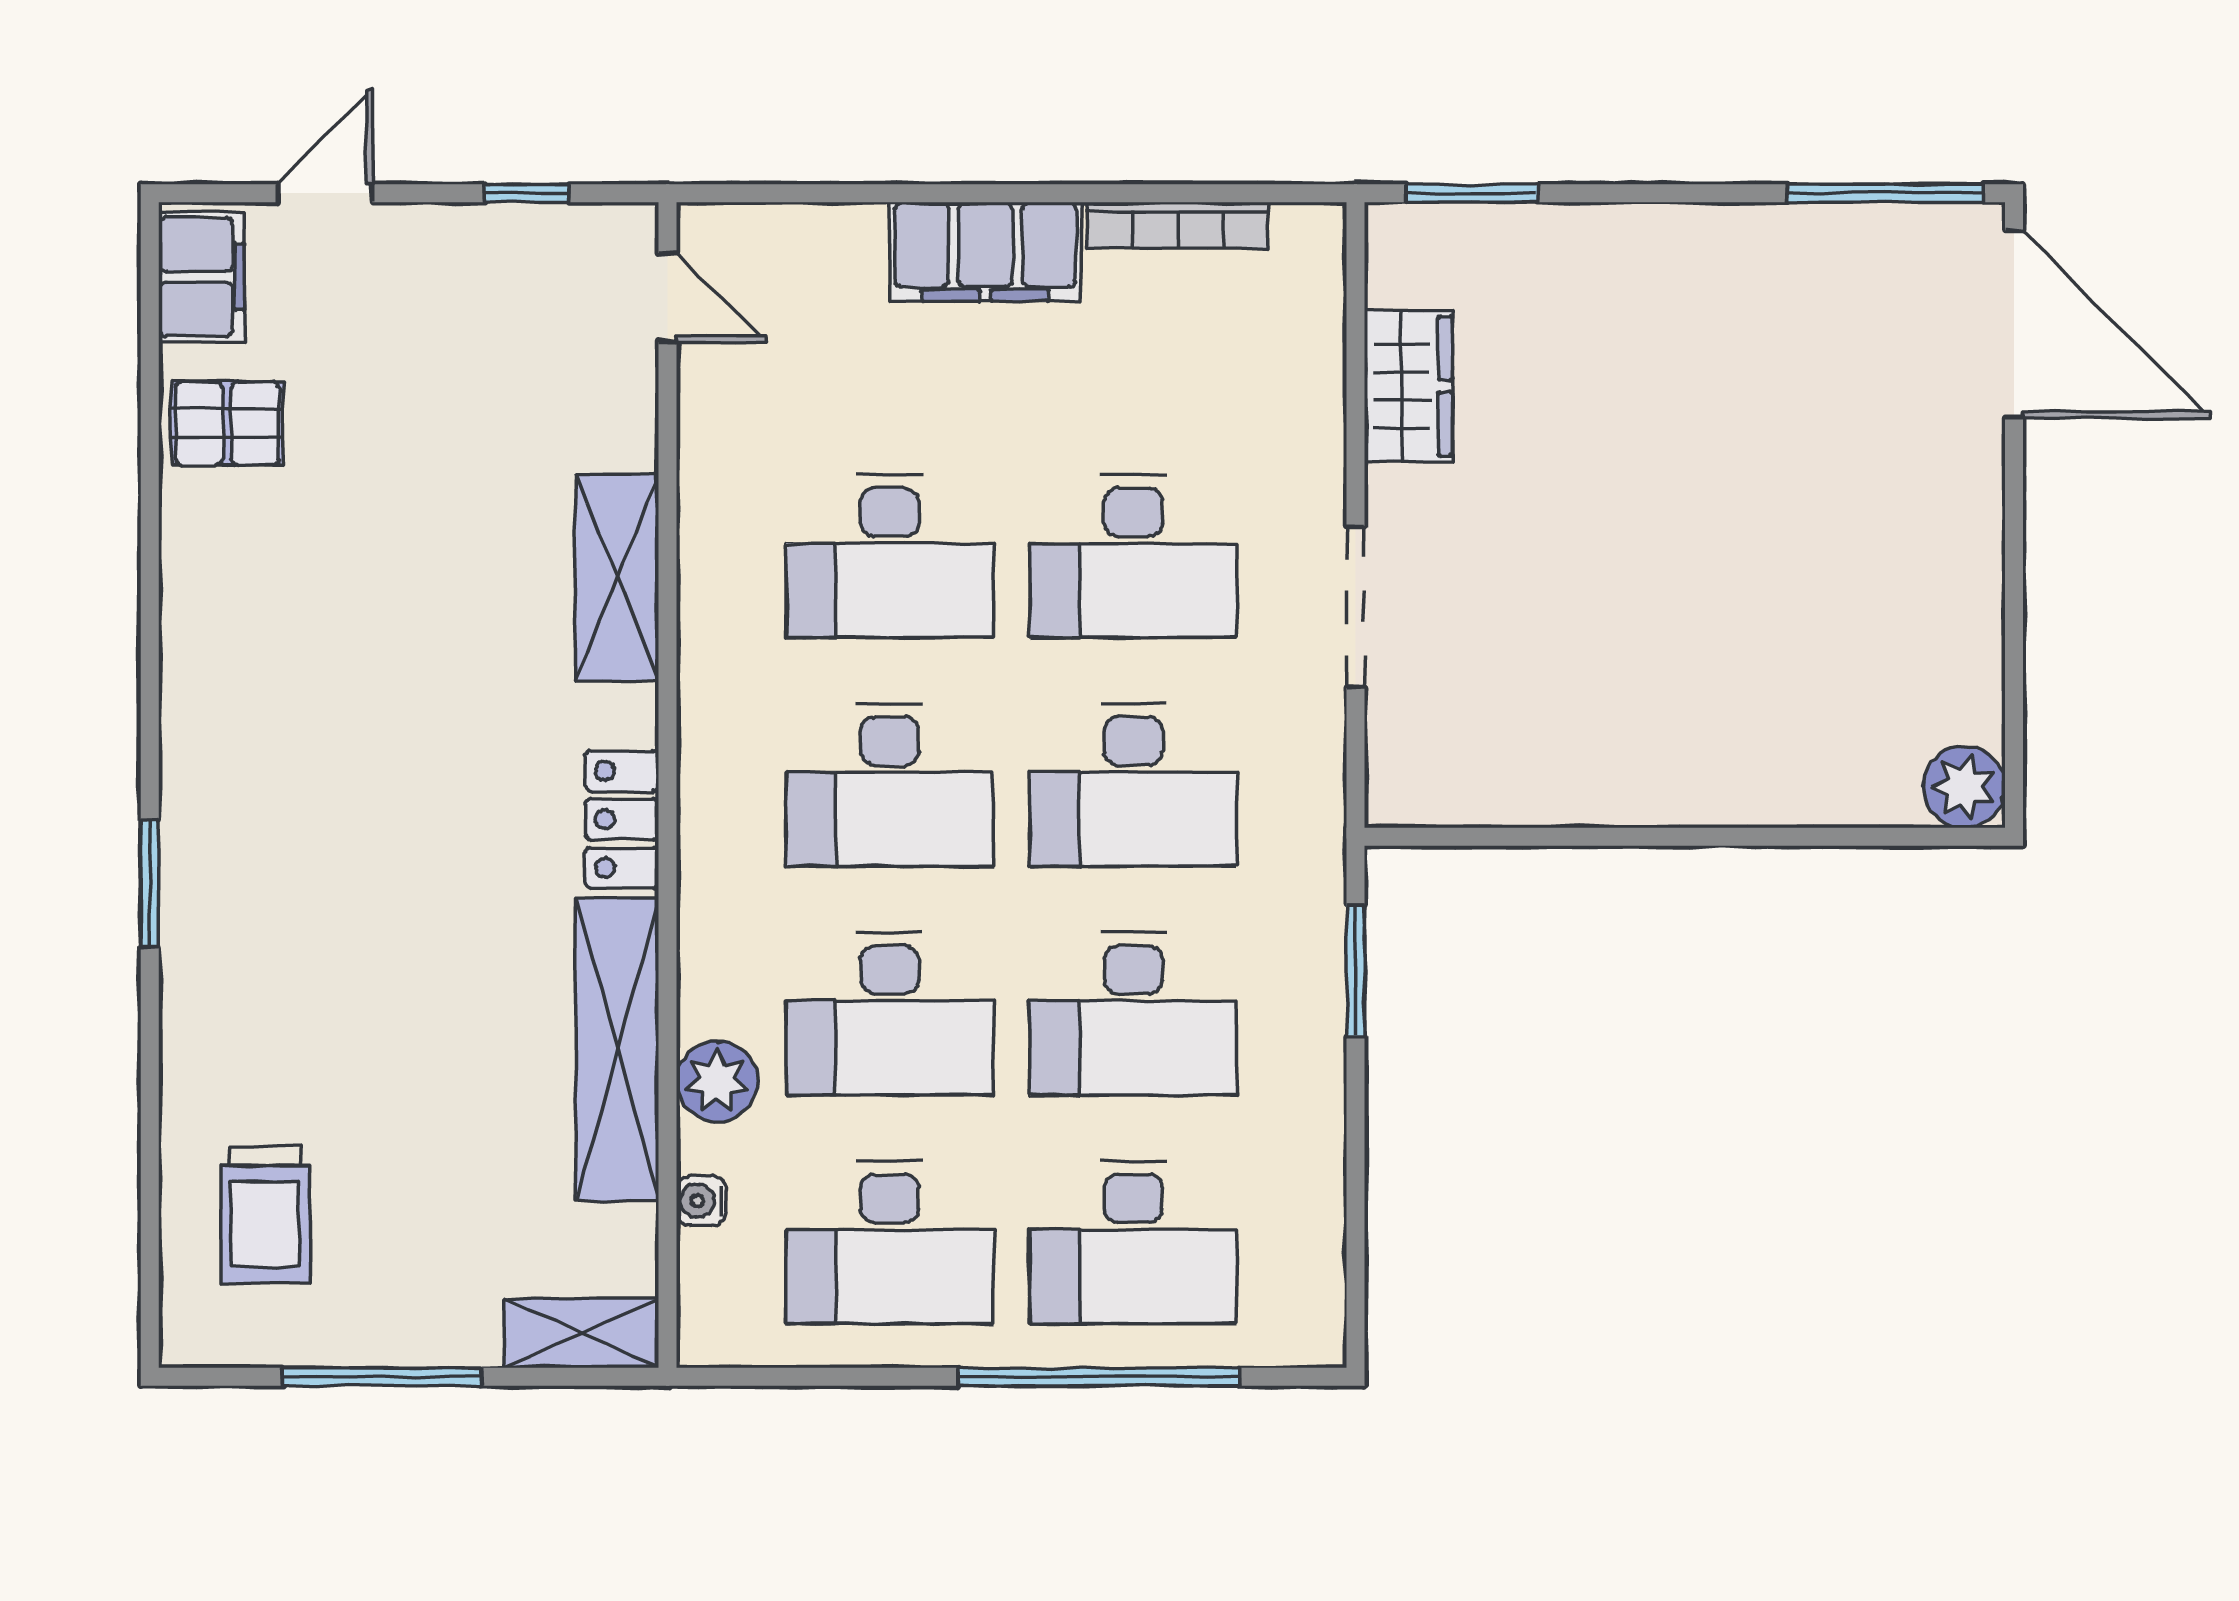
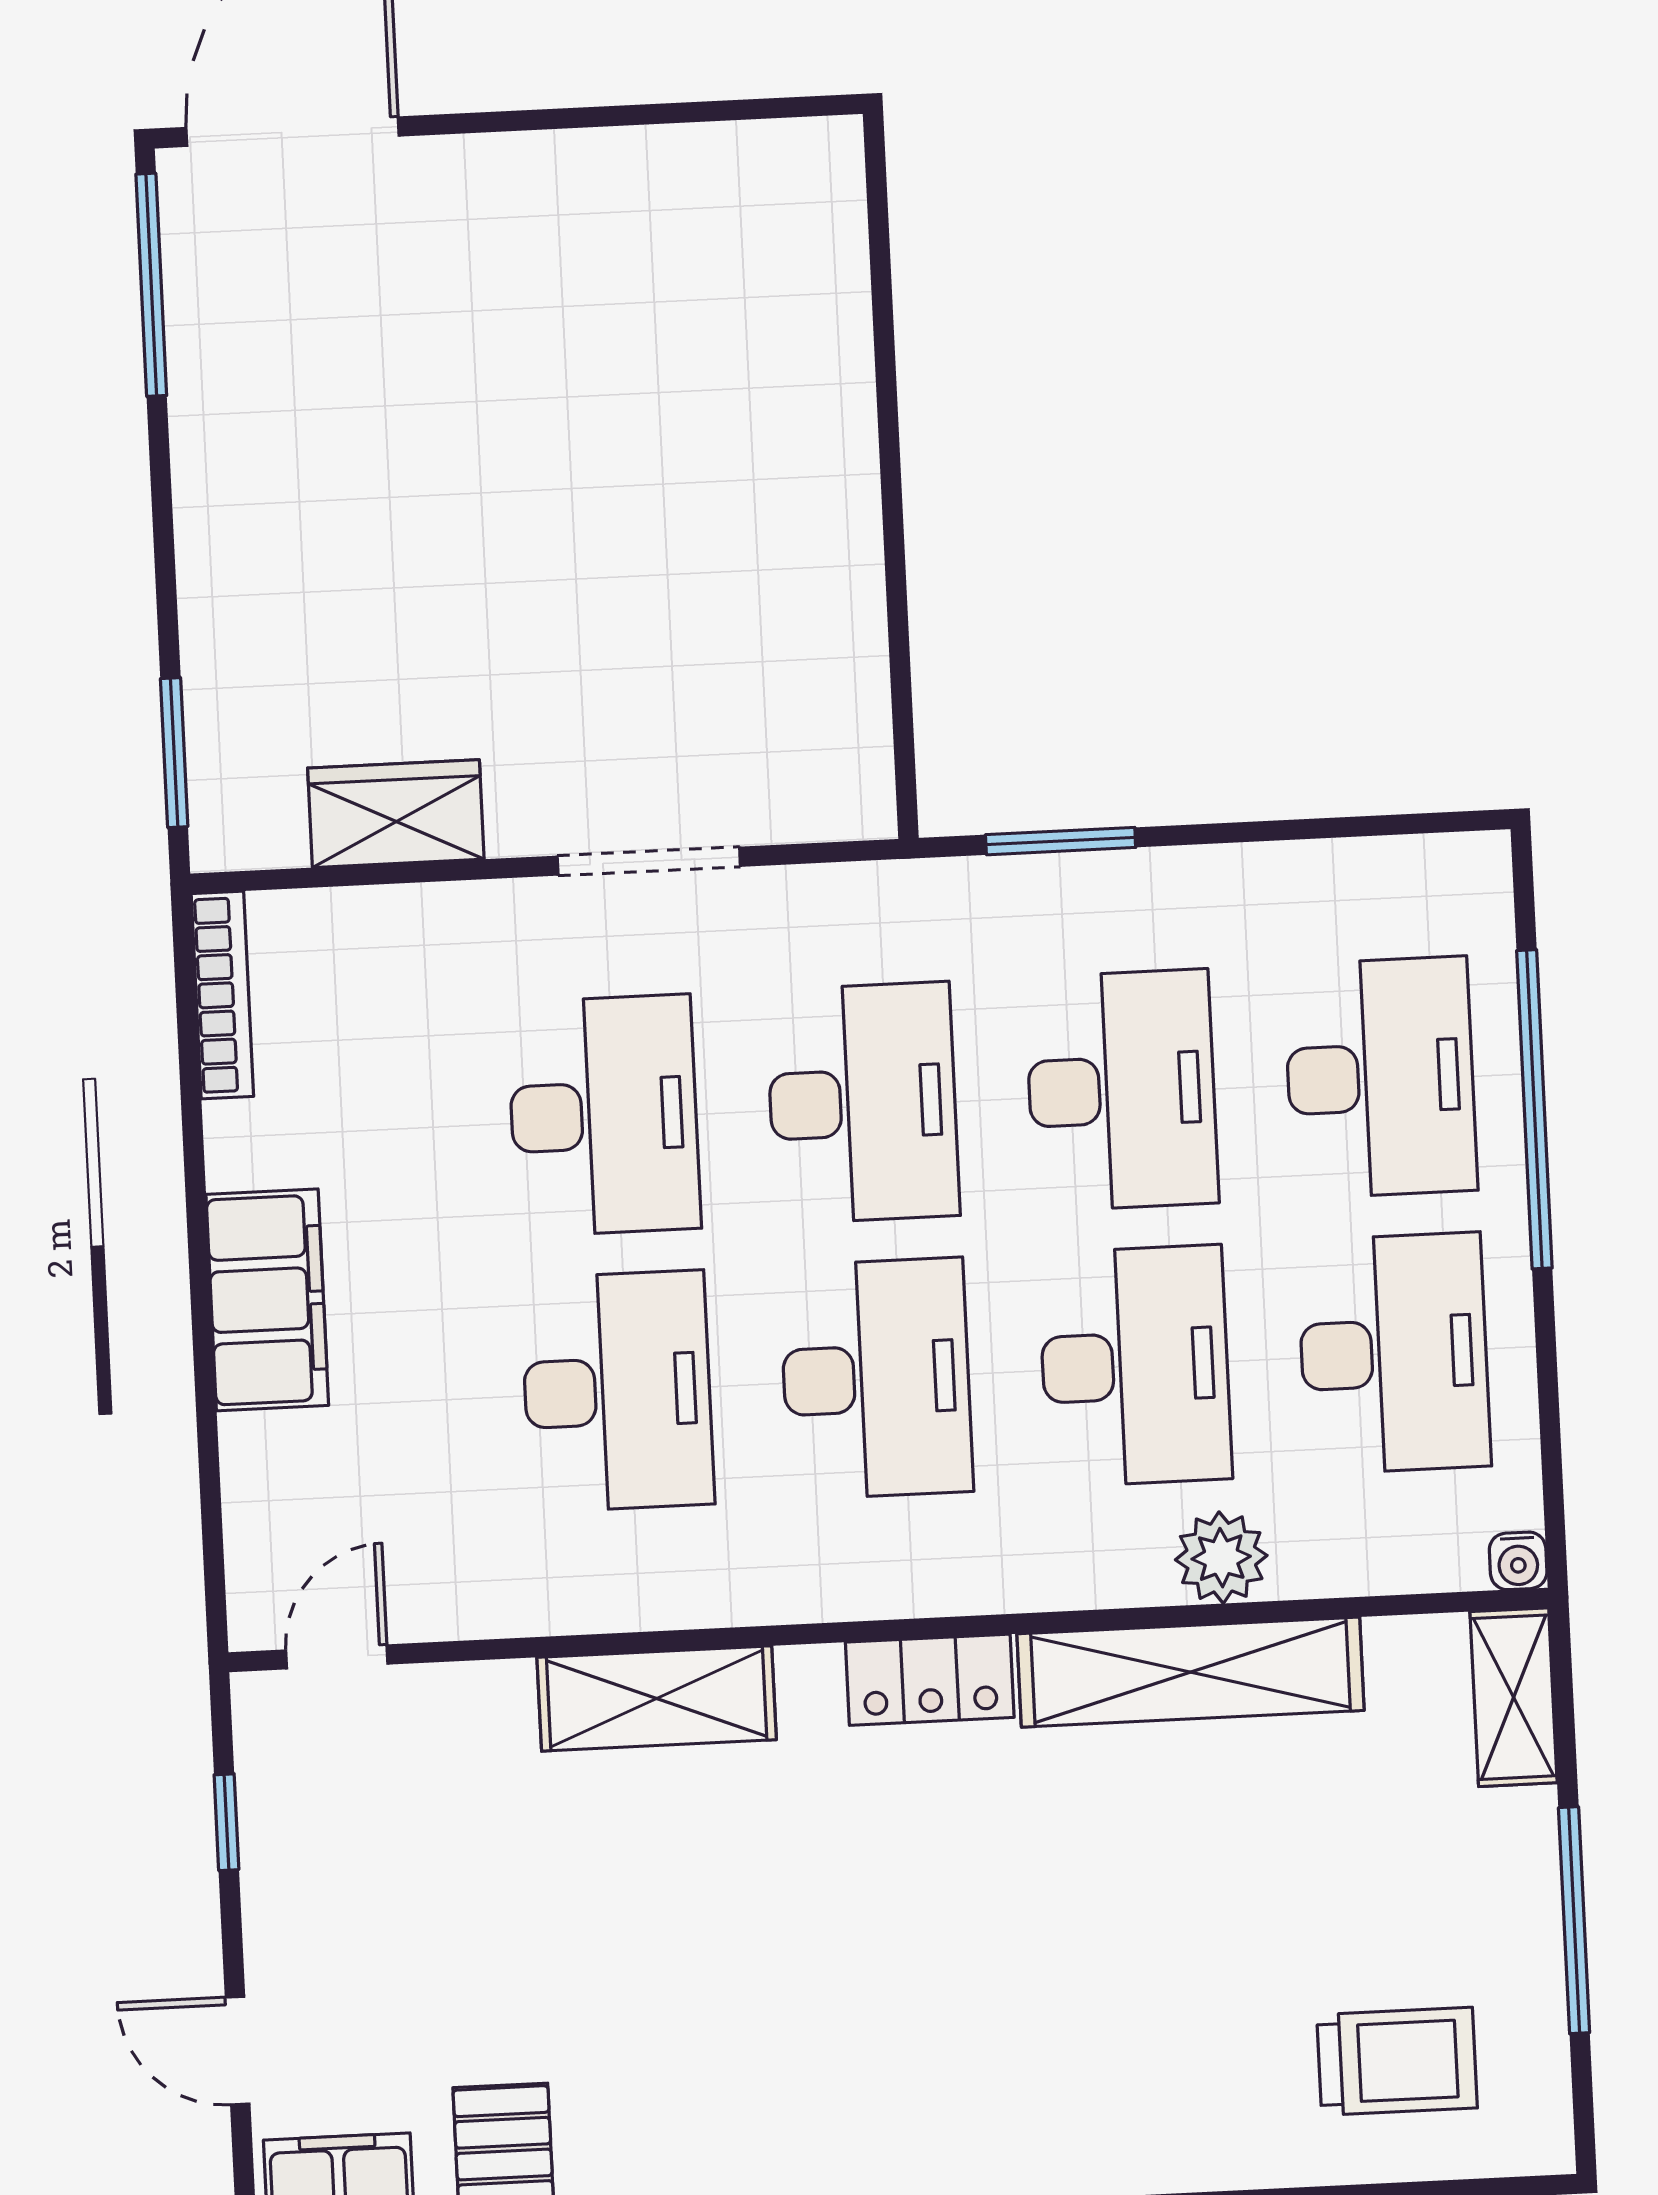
bookcase: (1178, 225) -> (222, 995), moved
plant: (1964, 787) -> (819, 163), removed
water cooler: (701, 1201) -> (1518, 1561), moved

